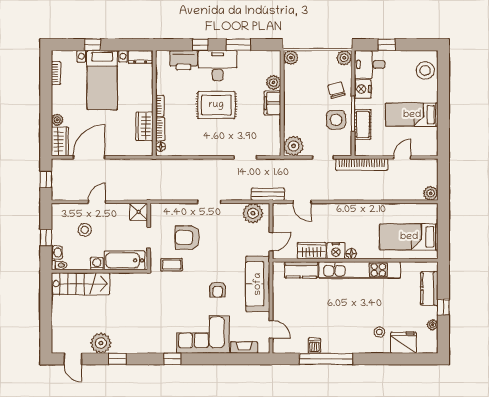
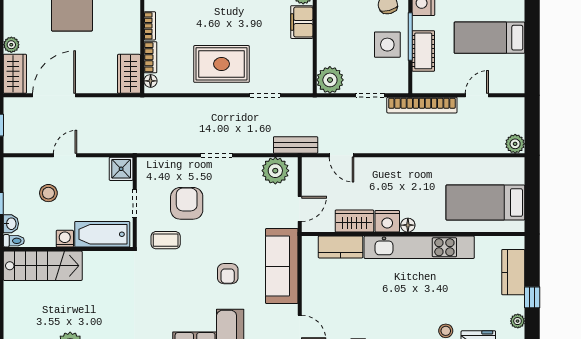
rug: (216, 105) -> (222, 64), moved
wardrobe: (144, 126) -> (129, 74), moved
armchair: (187, 237) -> (187, 203), turned 90

